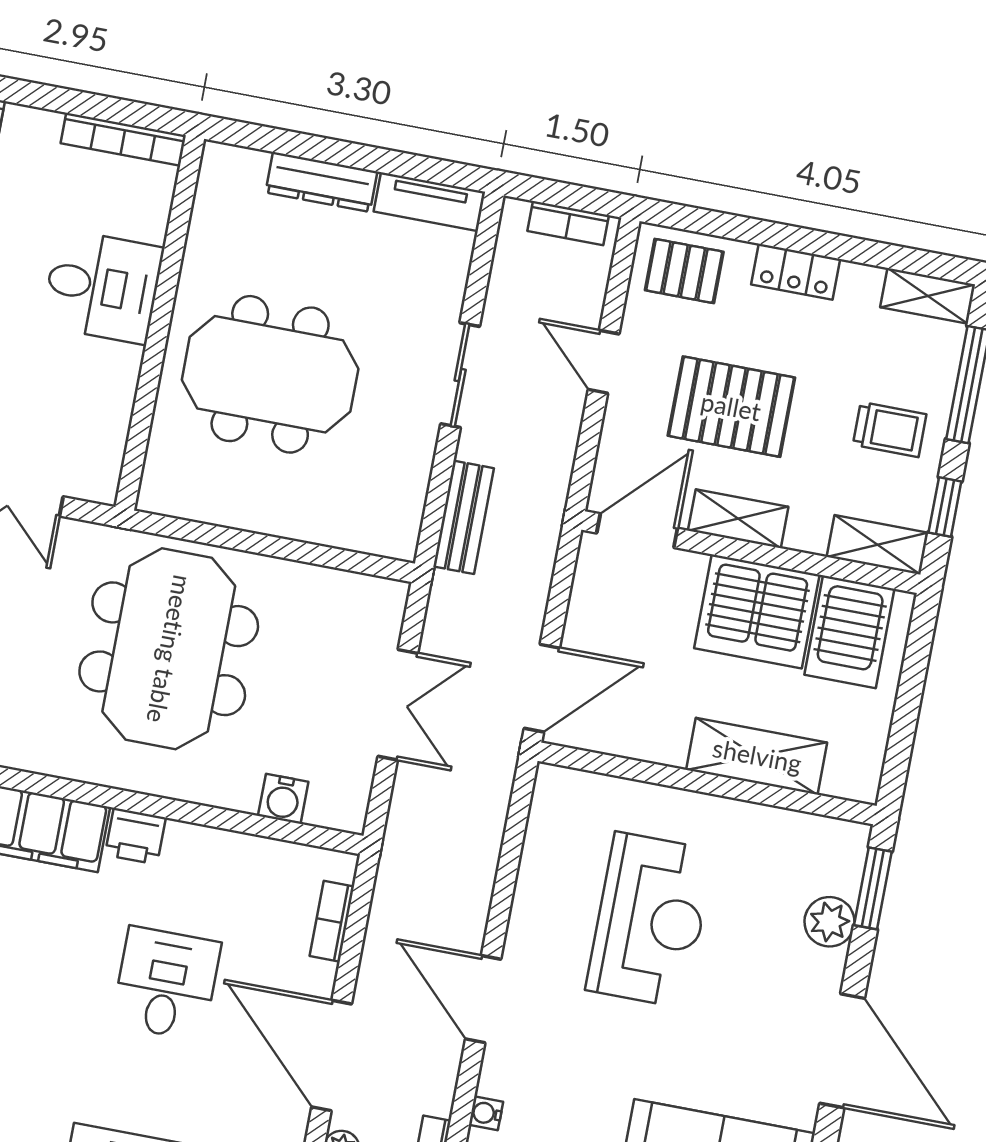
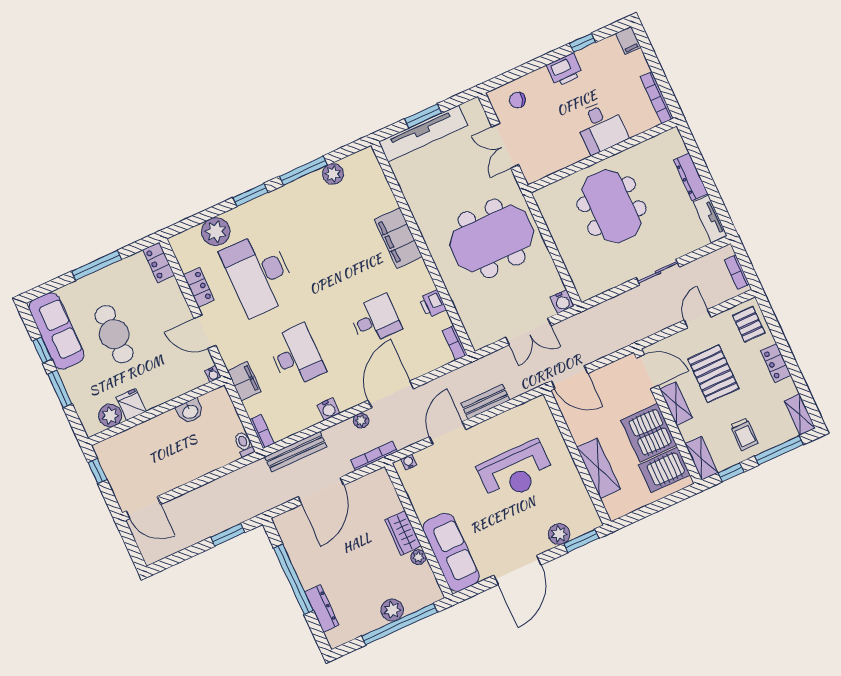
bench: (464, 517) -> (485, 402), moved
water cooler: (283, 799) -> (562, 302), moved, turned -90
printer: (135, 836) -> (433, 304), moved
bookcase: (332, 921) -> (455, 343), moved, turned -90

